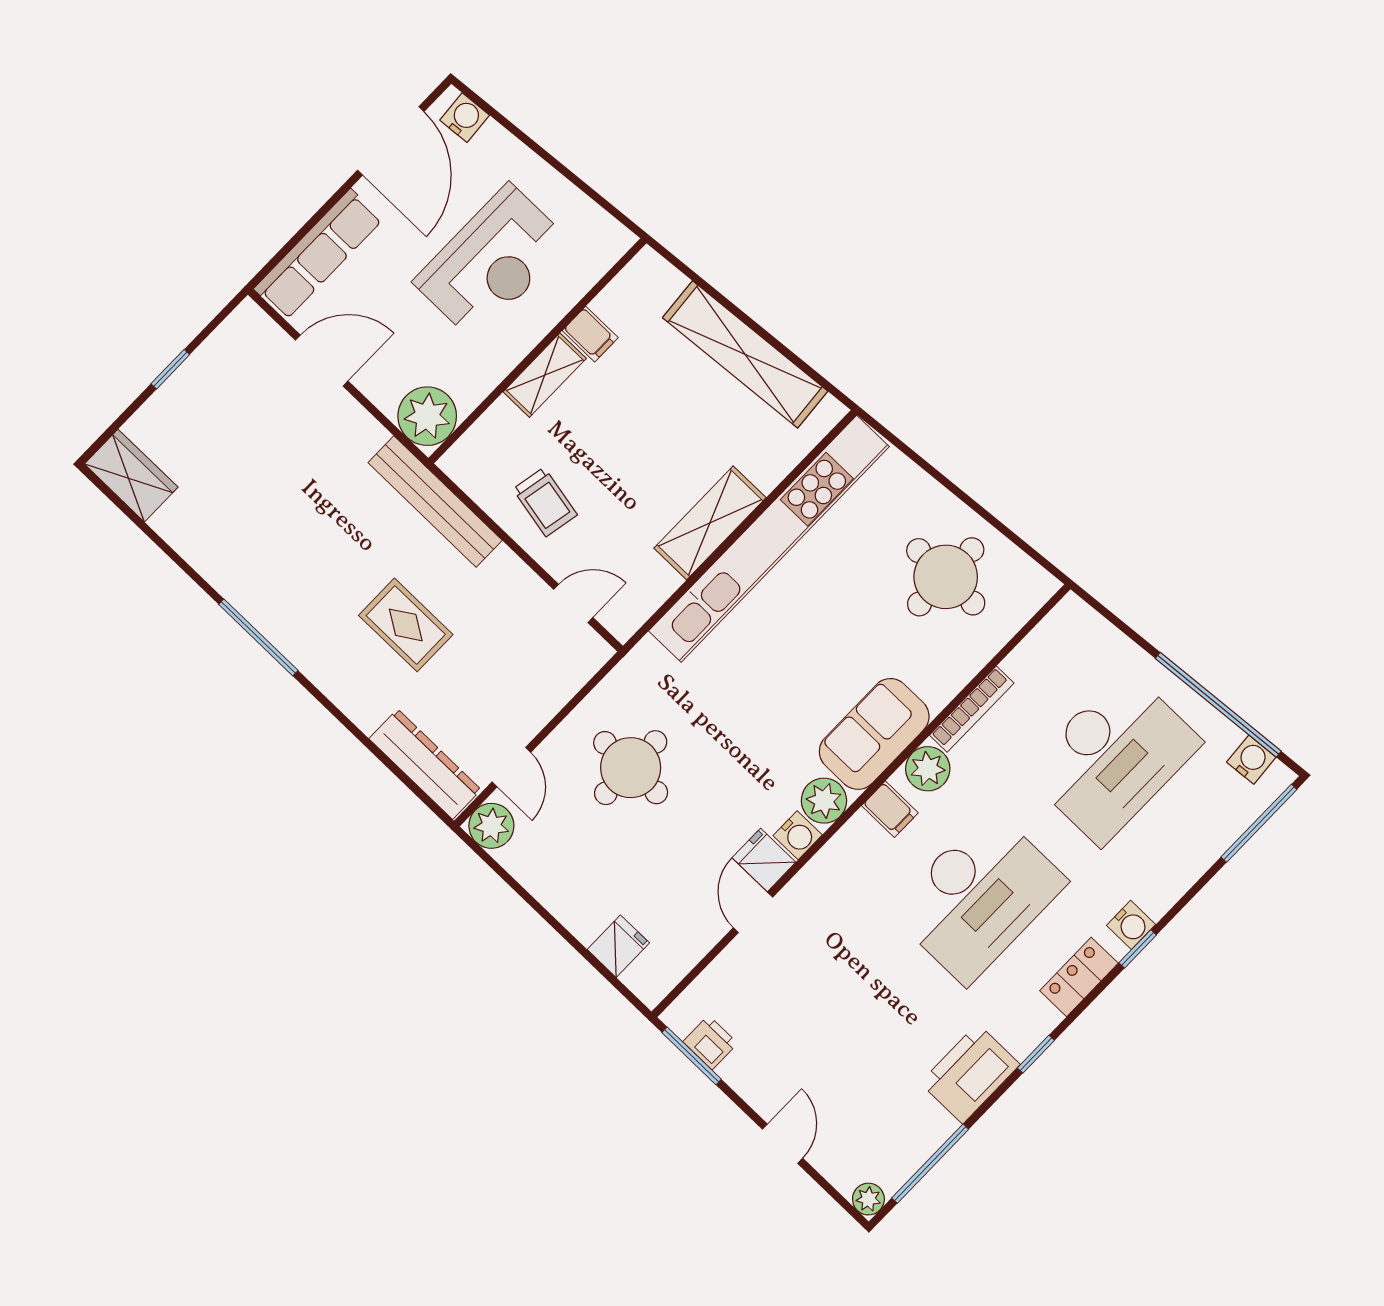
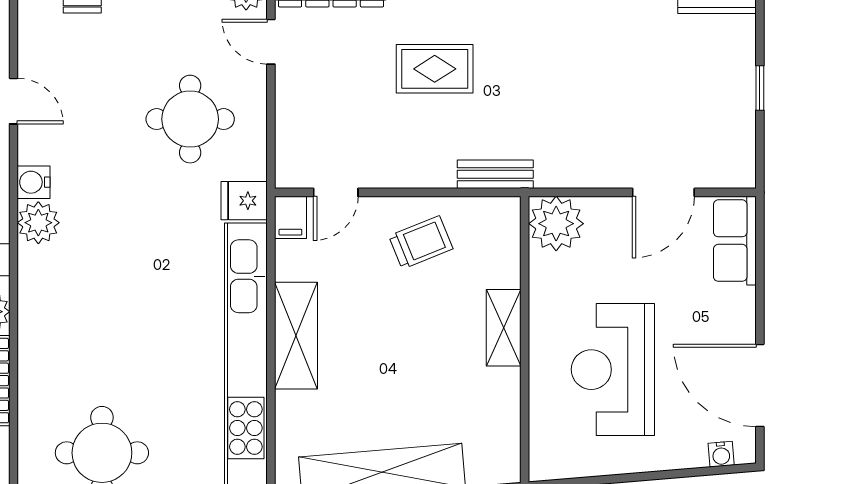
water cooler: (465, 118) -> (721, 454), width x0.72, depth x0.72
row of seats: (318, 254) -> (735, 241), width x0.68
filing cabinet: (590, 334) -> (290, 217), moved, turned -90
bench: (435, 502) -> (495, 174), width x0.54, depth x0.82
trolley: (545, 502) -> (421, 242), turned 147
sofa: (874, 734) -> (48, 300), removed
fridge: (764, 860) -> (244, 201), moved, turned 180

